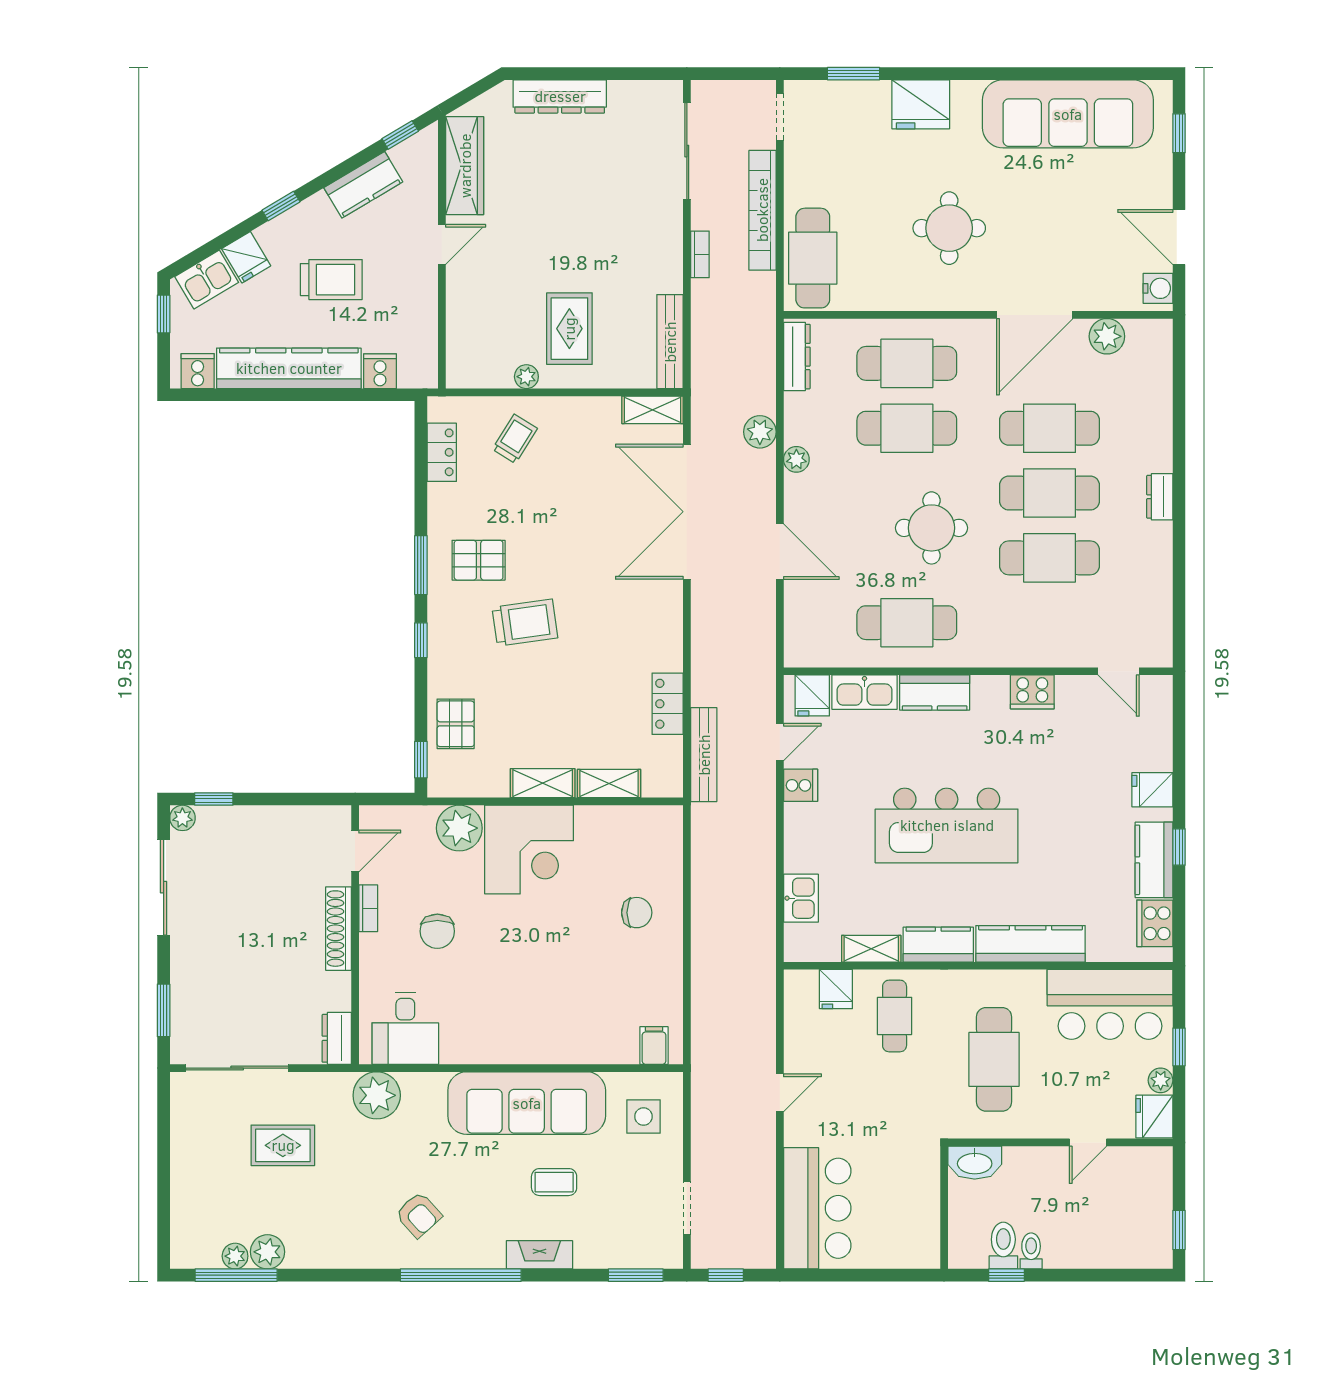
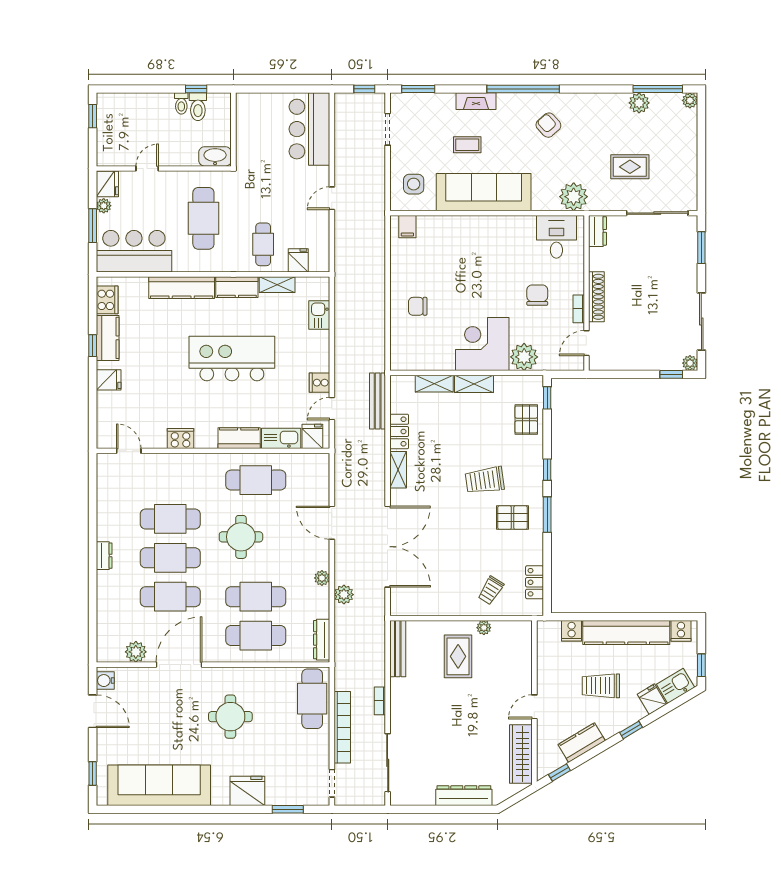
shelving: (652, 410) -> (398, 470), moved, turned 90
window: (1179, 1047) -> (93, 226), width x1.50
plant: (235, 1256) -> (690, 100), moved

